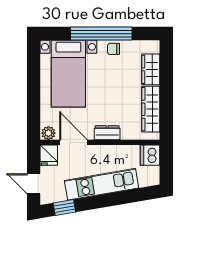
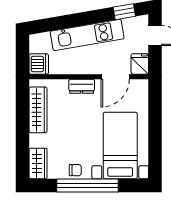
wardrobe: (151, 69) -> (38, 163), moved
plant: (48, 133) -> (140, 86), removed
door: (73, 142) -> (115, 77), hinge flipped

